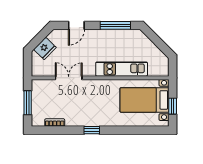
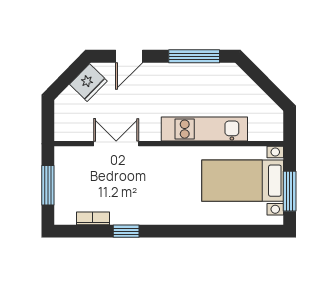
fridge: (45, 48) -> (88, 83), moved
window: (173, 106) -> (290, 191), width x1.50
window: (92, 130) -> (126, 231), moved

